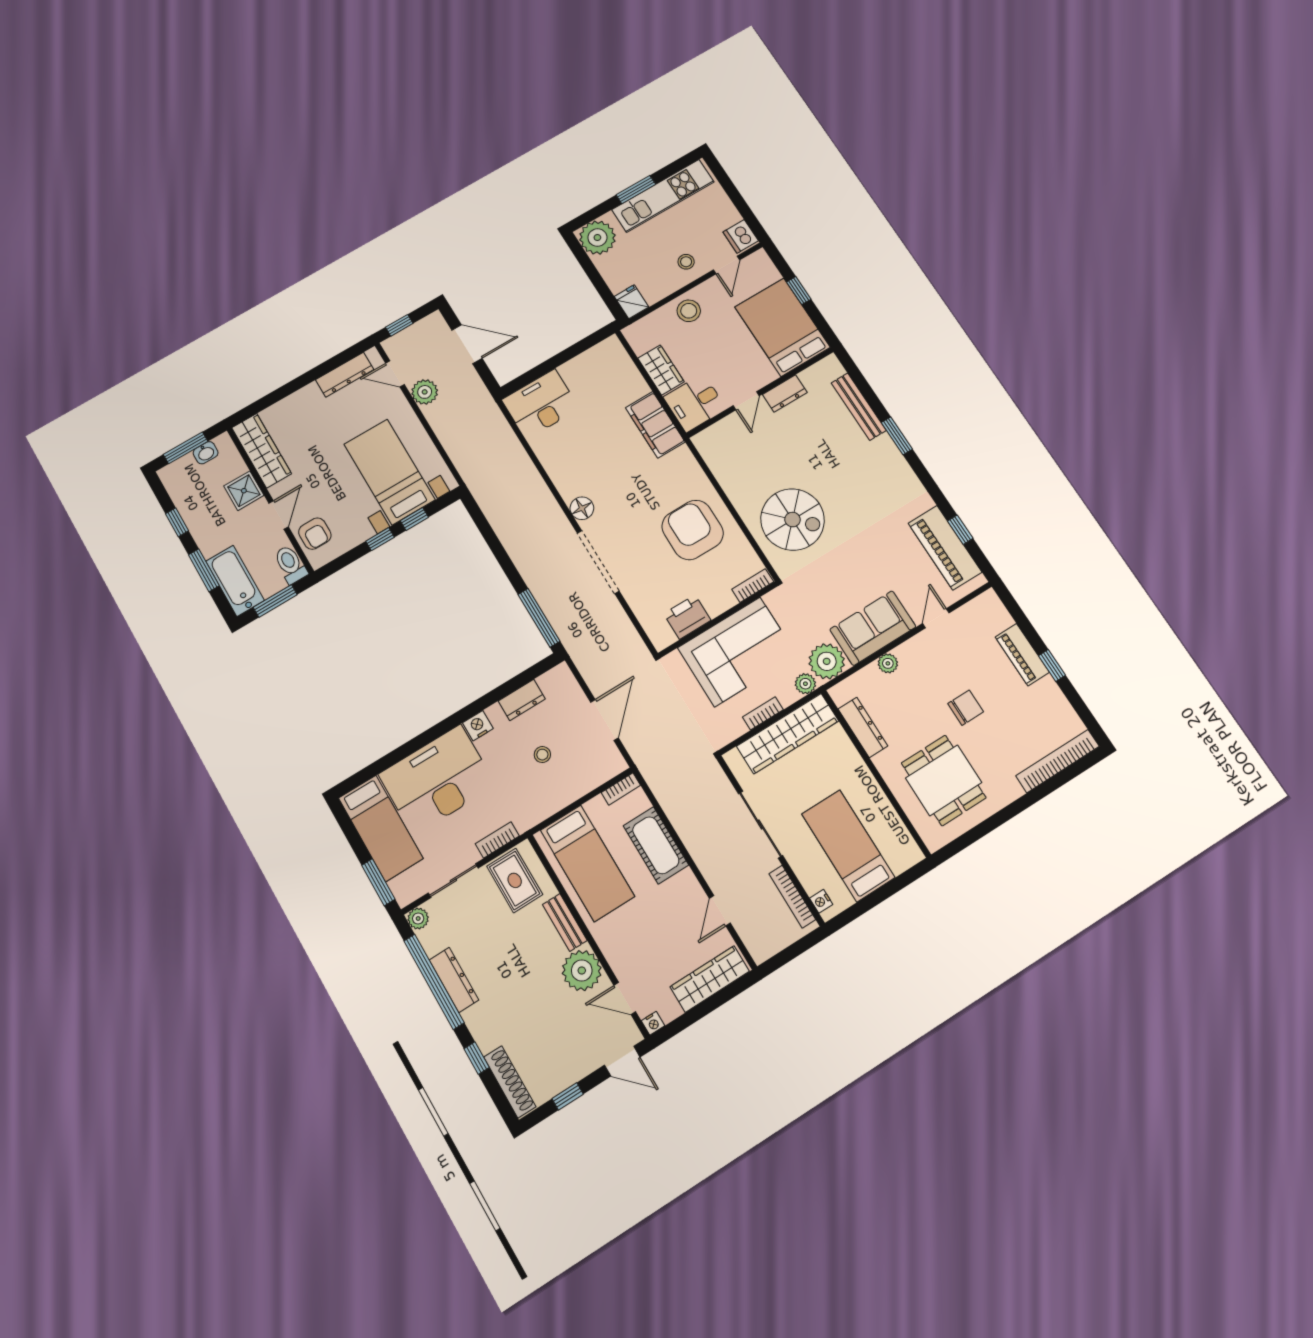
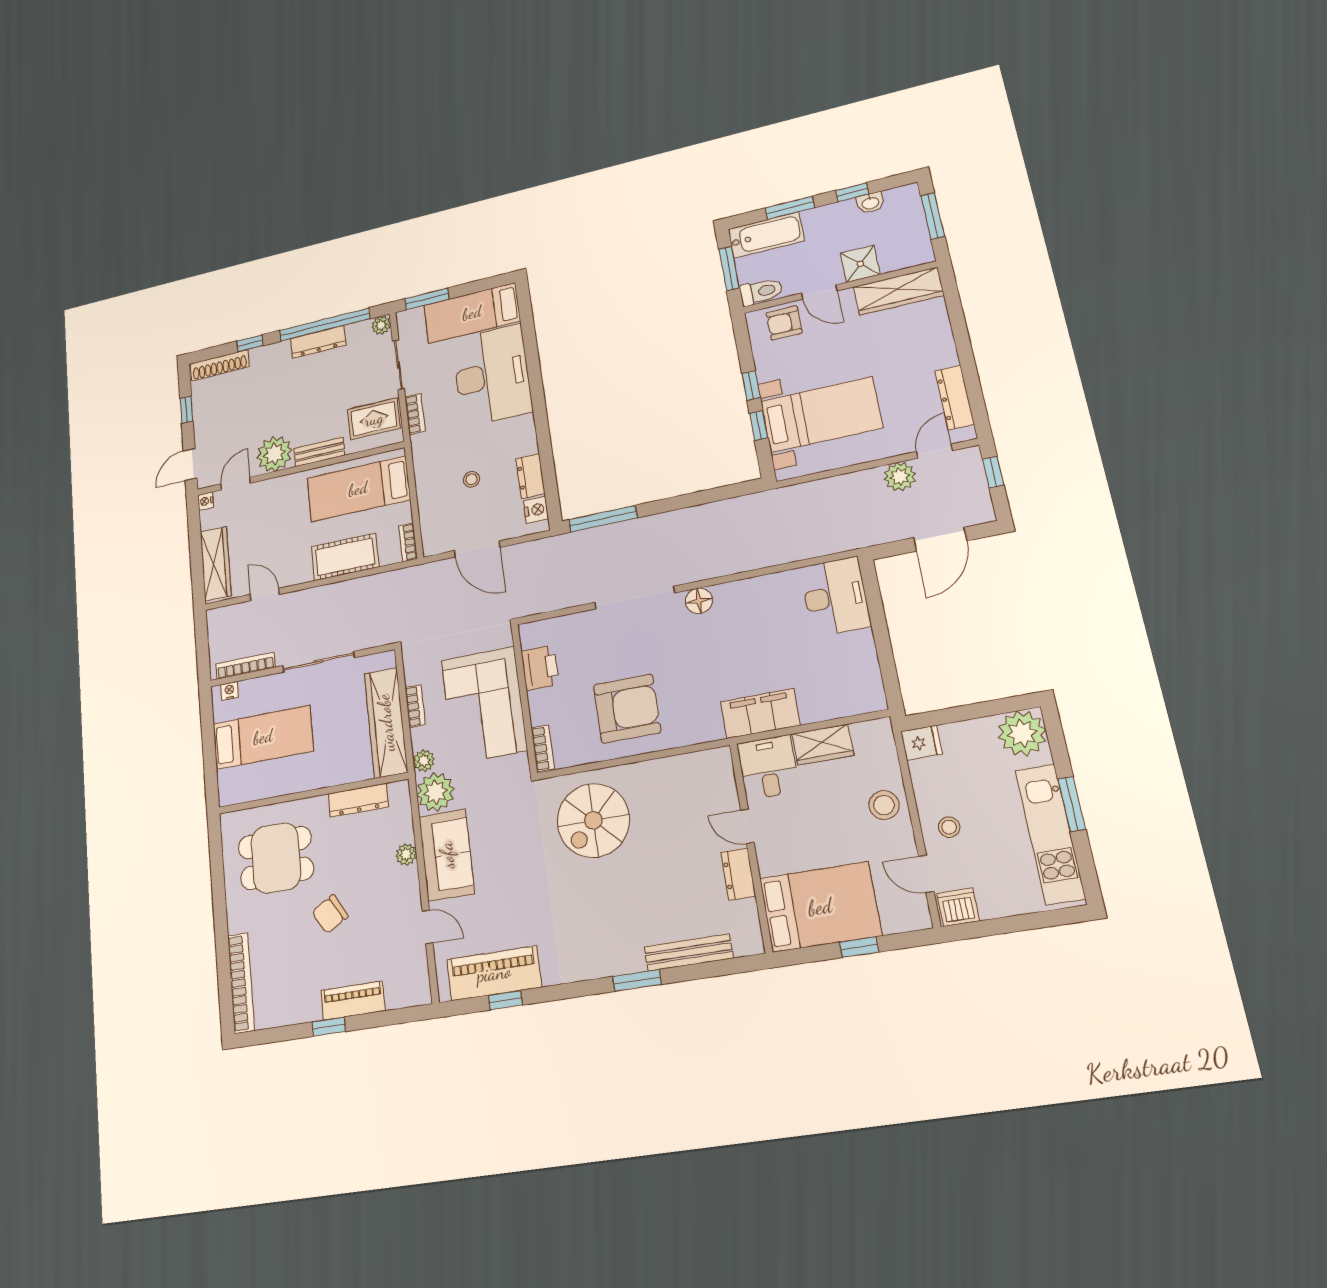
washbasin: (206, 453) -> (870, 203), moved, turned -90
chair: (966, 708) -> (330, 914), turned 60
nightstand: (478, 726) -> (536, 510), moved

